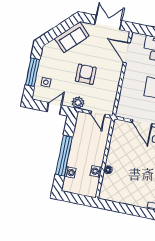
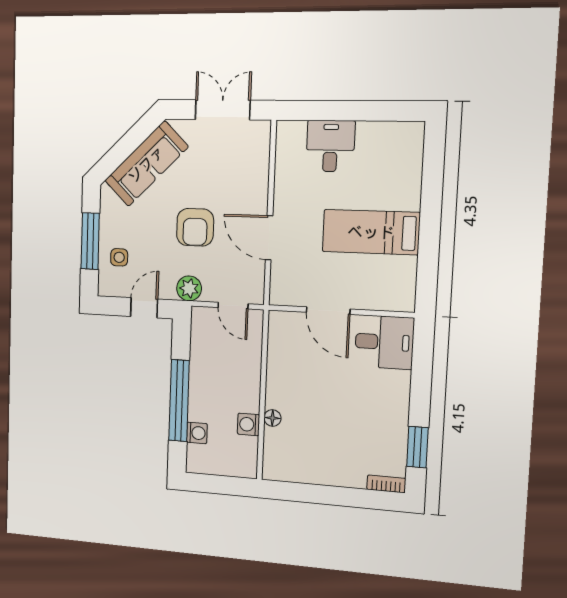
sofa: (72, 37) -> (146, 164), width x1.36
door: (127, 53) -> (269, 238), moved
armchair: (86, 74) -> (195, 227), turned 180

